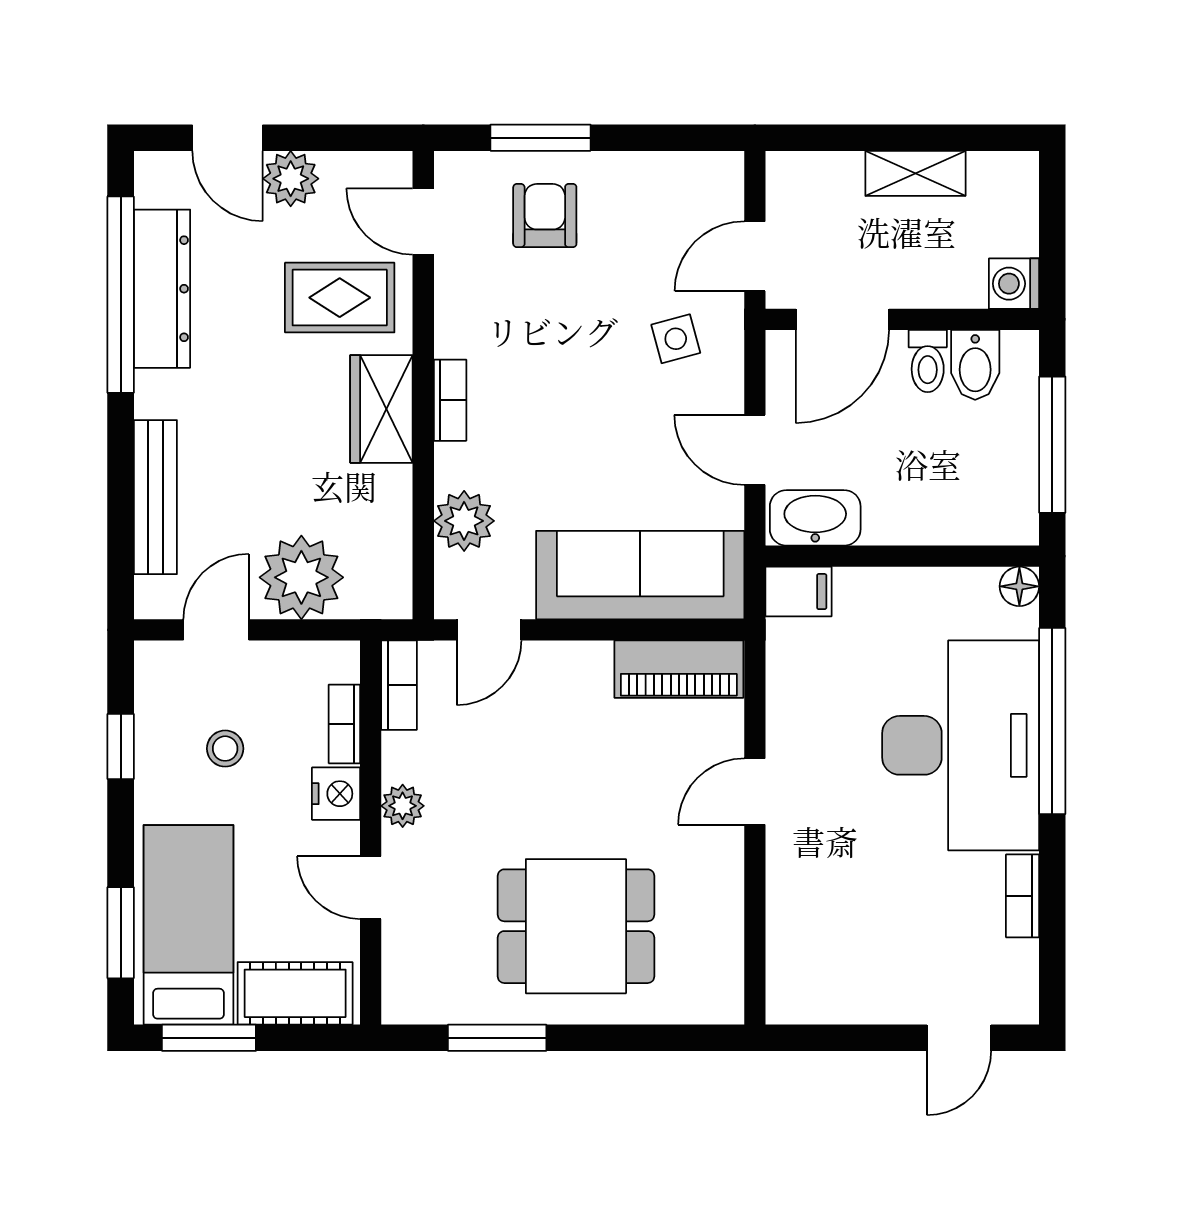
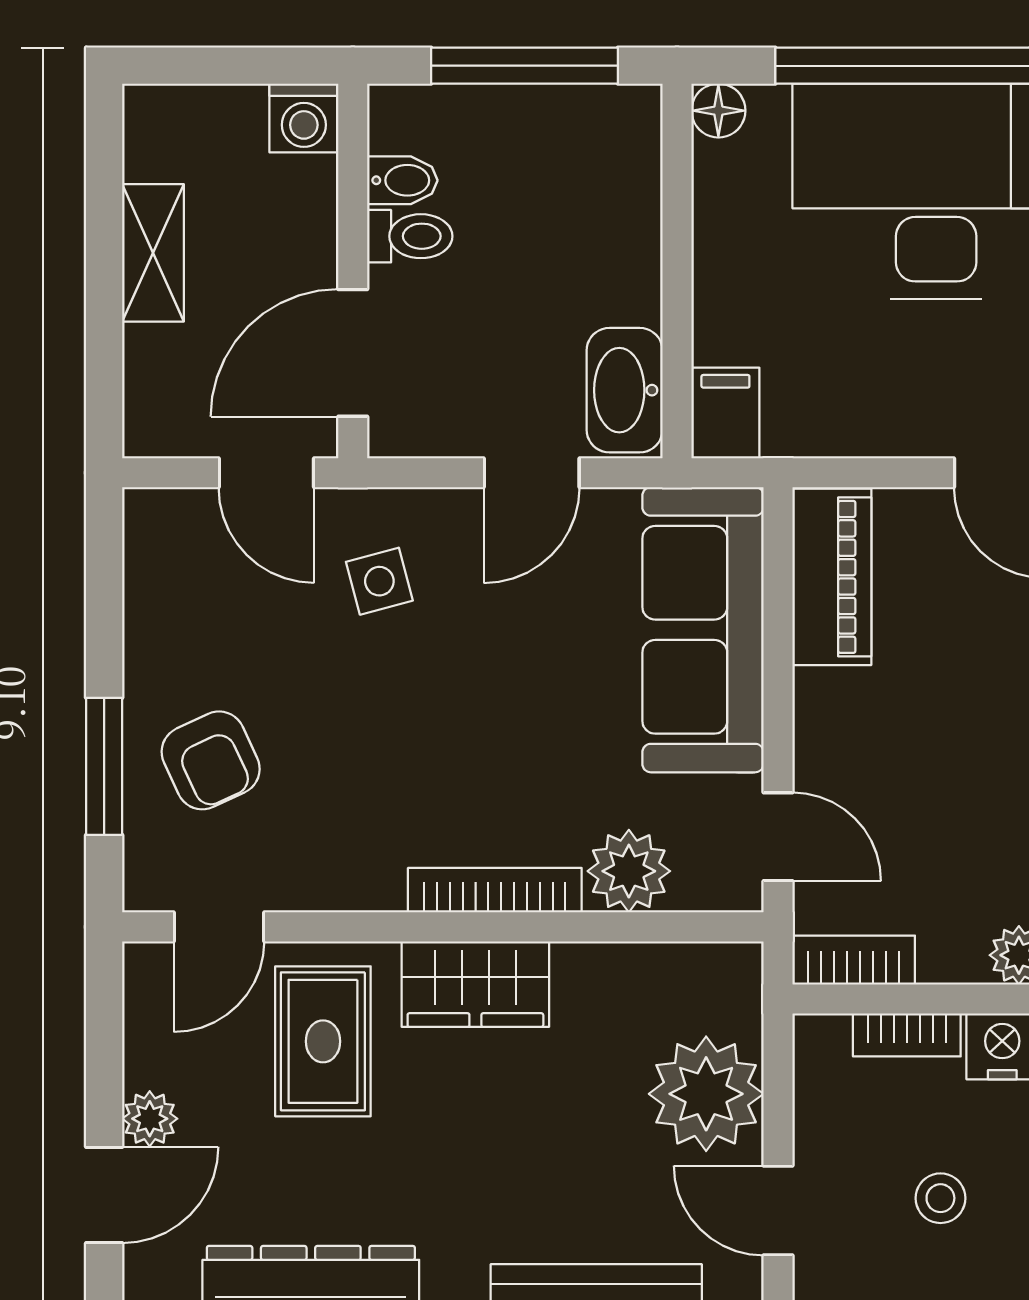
plant: (291, 179) -> (150, 1119), width x0.73, depth x0.73
armchair: (545, 216) -> (211, 760), turned -115
door: (842, 319) -> (353, 353), swing flipped
bidet: (975, 365) -> (402, 180), width x0.72, depth x0.74
bookcase: (450, 400) -> (495, 890), width x1.56

